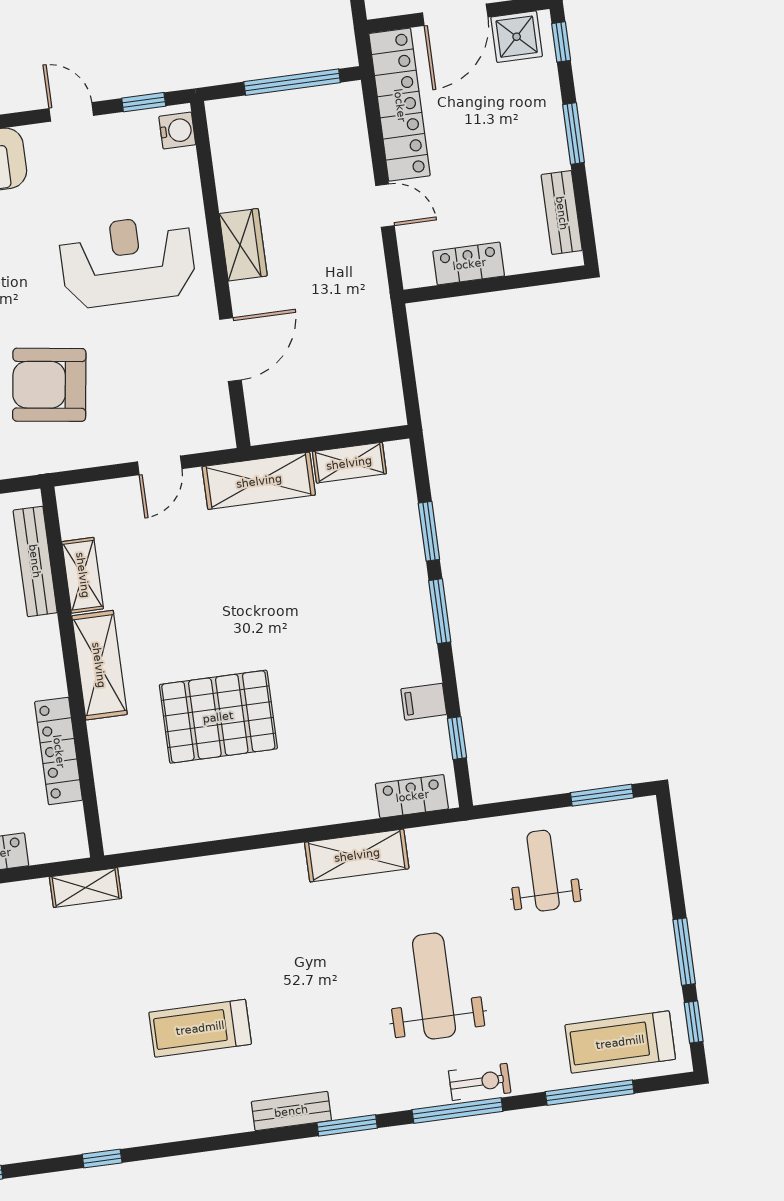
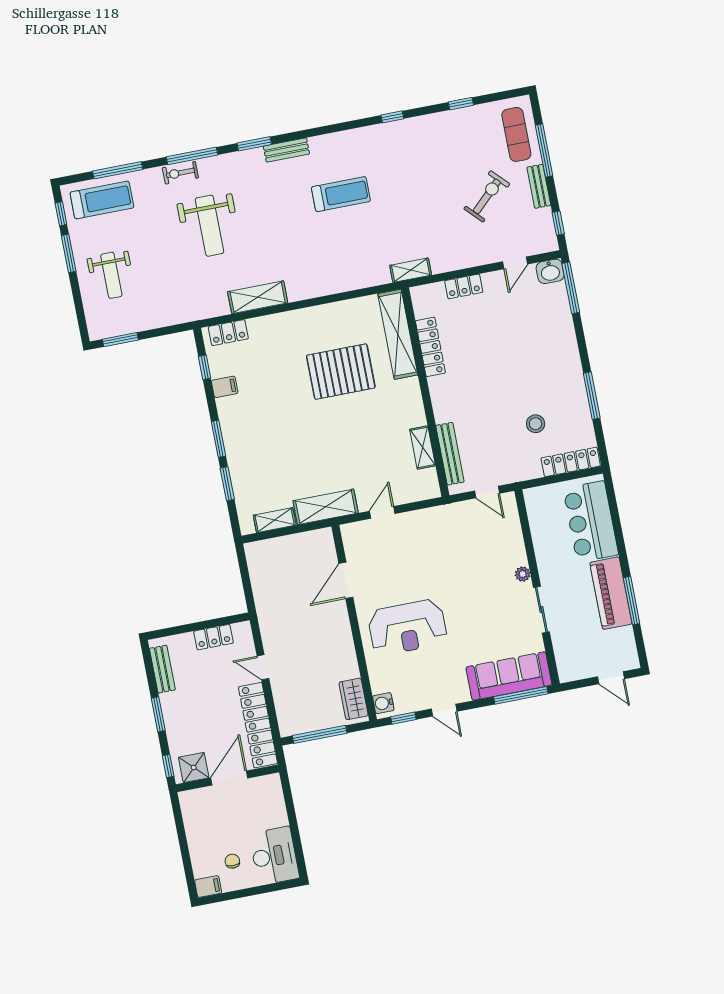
wardrobe: (243, 245) -> (354, 699), moved
armchair: (49, 385) -> (448, 555), removed
shelving: (99, 665) -> (398, 334), moved, width x1.47
weight bench: (543, 871) -> (111, 275), moved

